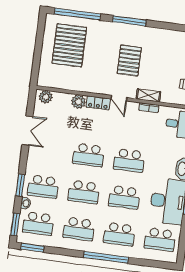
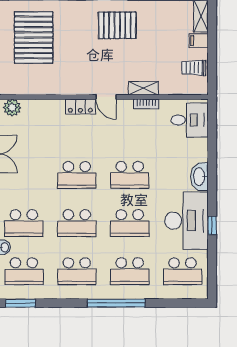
pallet: (129, 60) -> (117, 25), moved, turned 90
plant: (78, 102) -> (55, 108), removed

